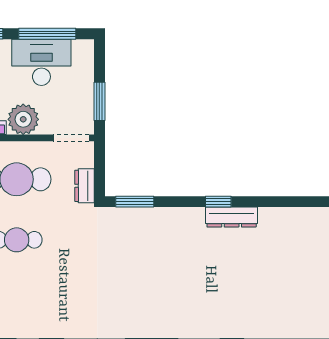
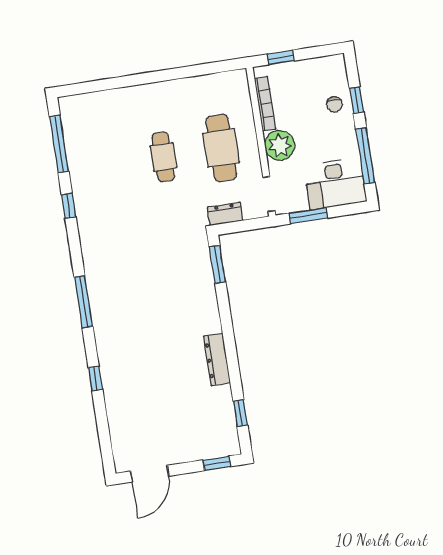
desk: (41, 62) -> (335, 184), moved, turned 90
window: (218, 202) -> (240, 413), moved

